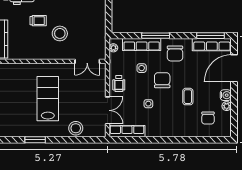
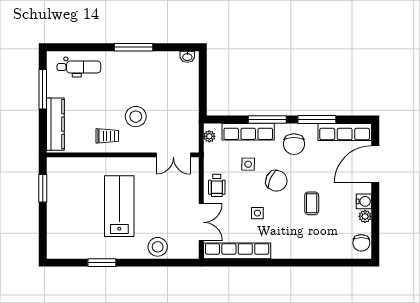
trolley: (38, 21) -> (107, 136), moved
window: (210, 36) -> (317, 119), moved
chair: (162, 80) -> (276, 181), turned 116
chair: (208, 118) -> (361, 243), moved
row of seats: (127, 131) -> (237, 251), width x1.36

